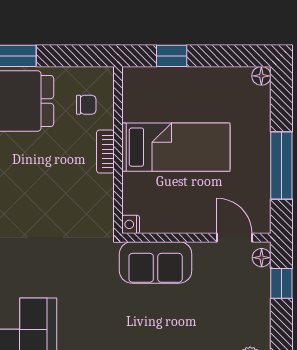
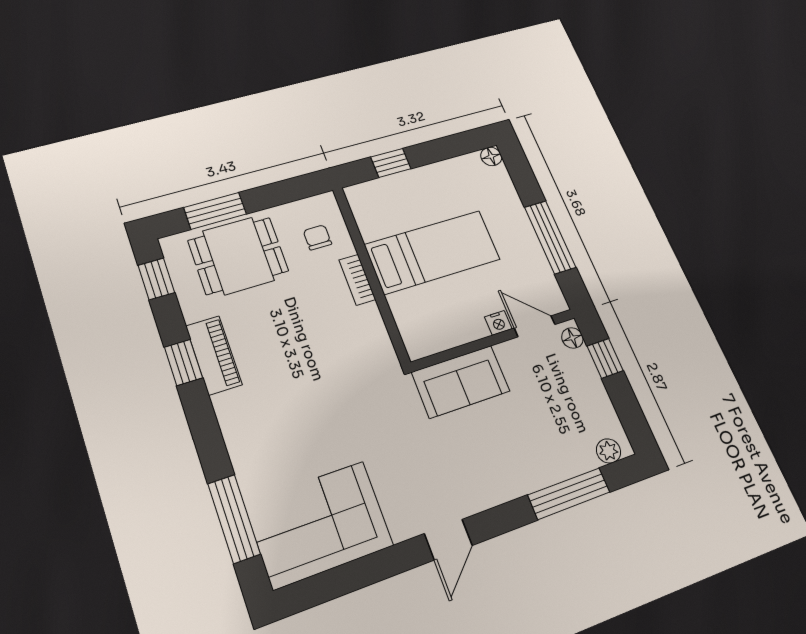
chair: (86, 105) -> (317, 237), turned -90
nightstand: (131, 224) -> (498, 323), moved, turned -90

